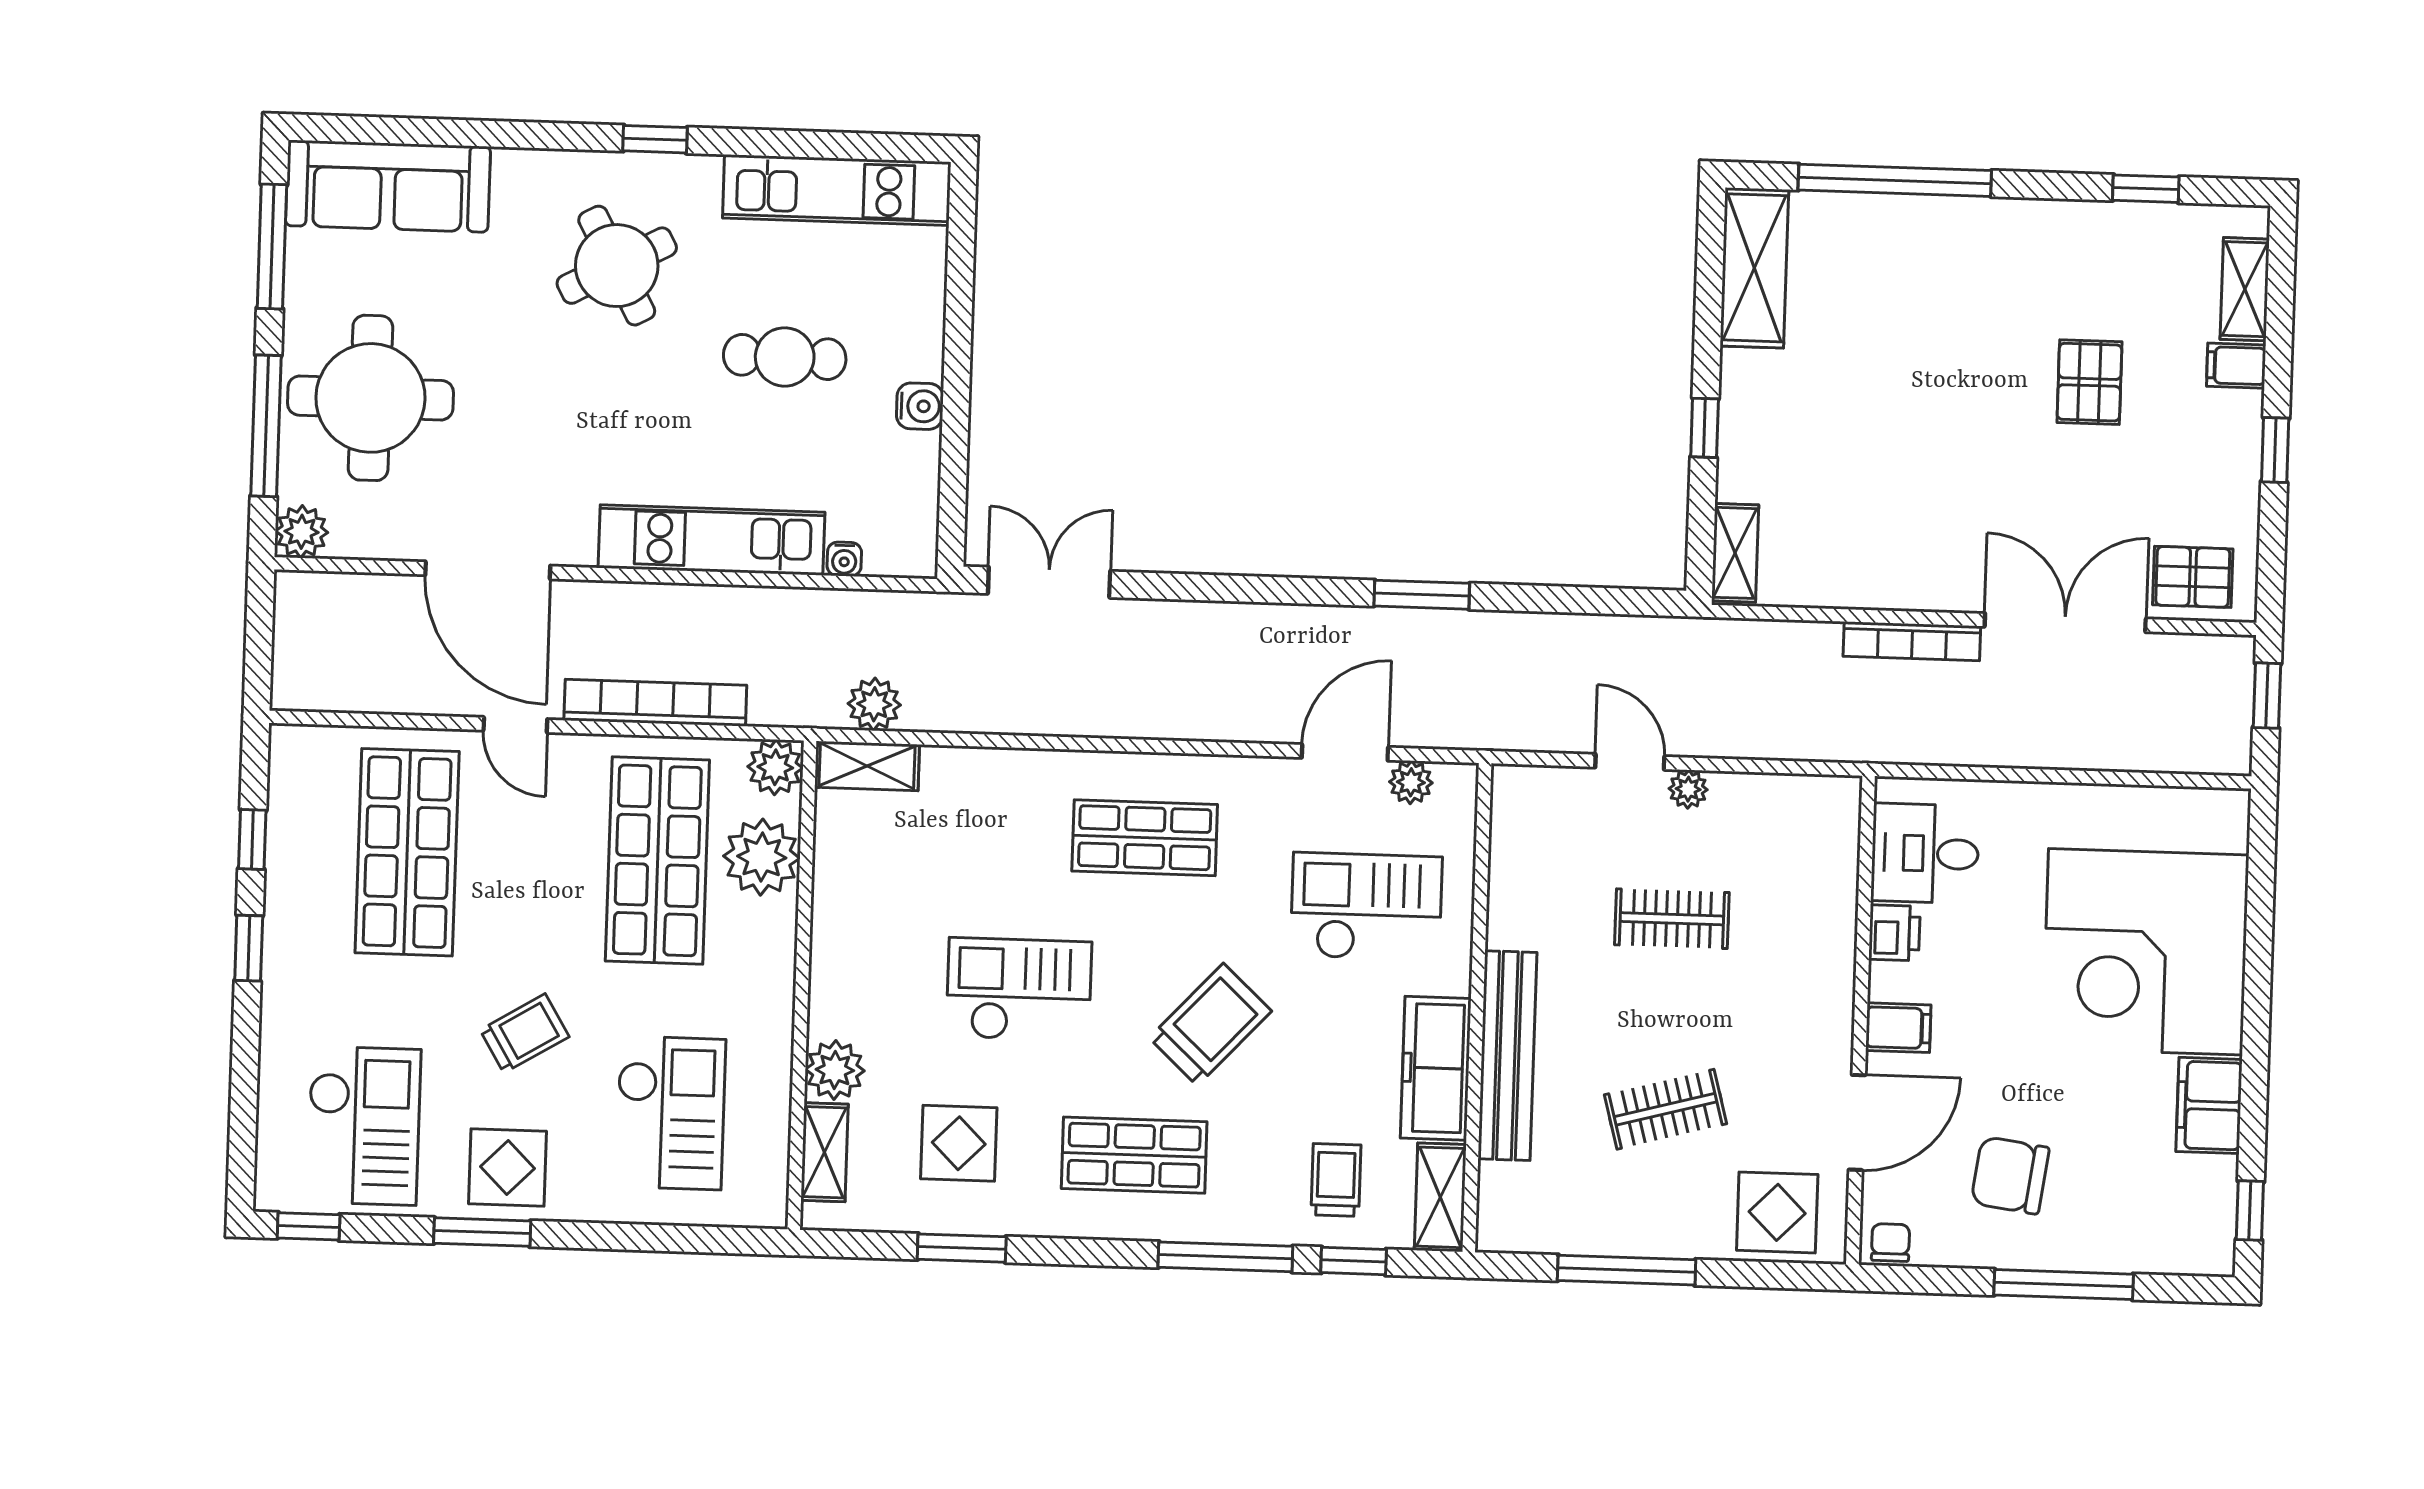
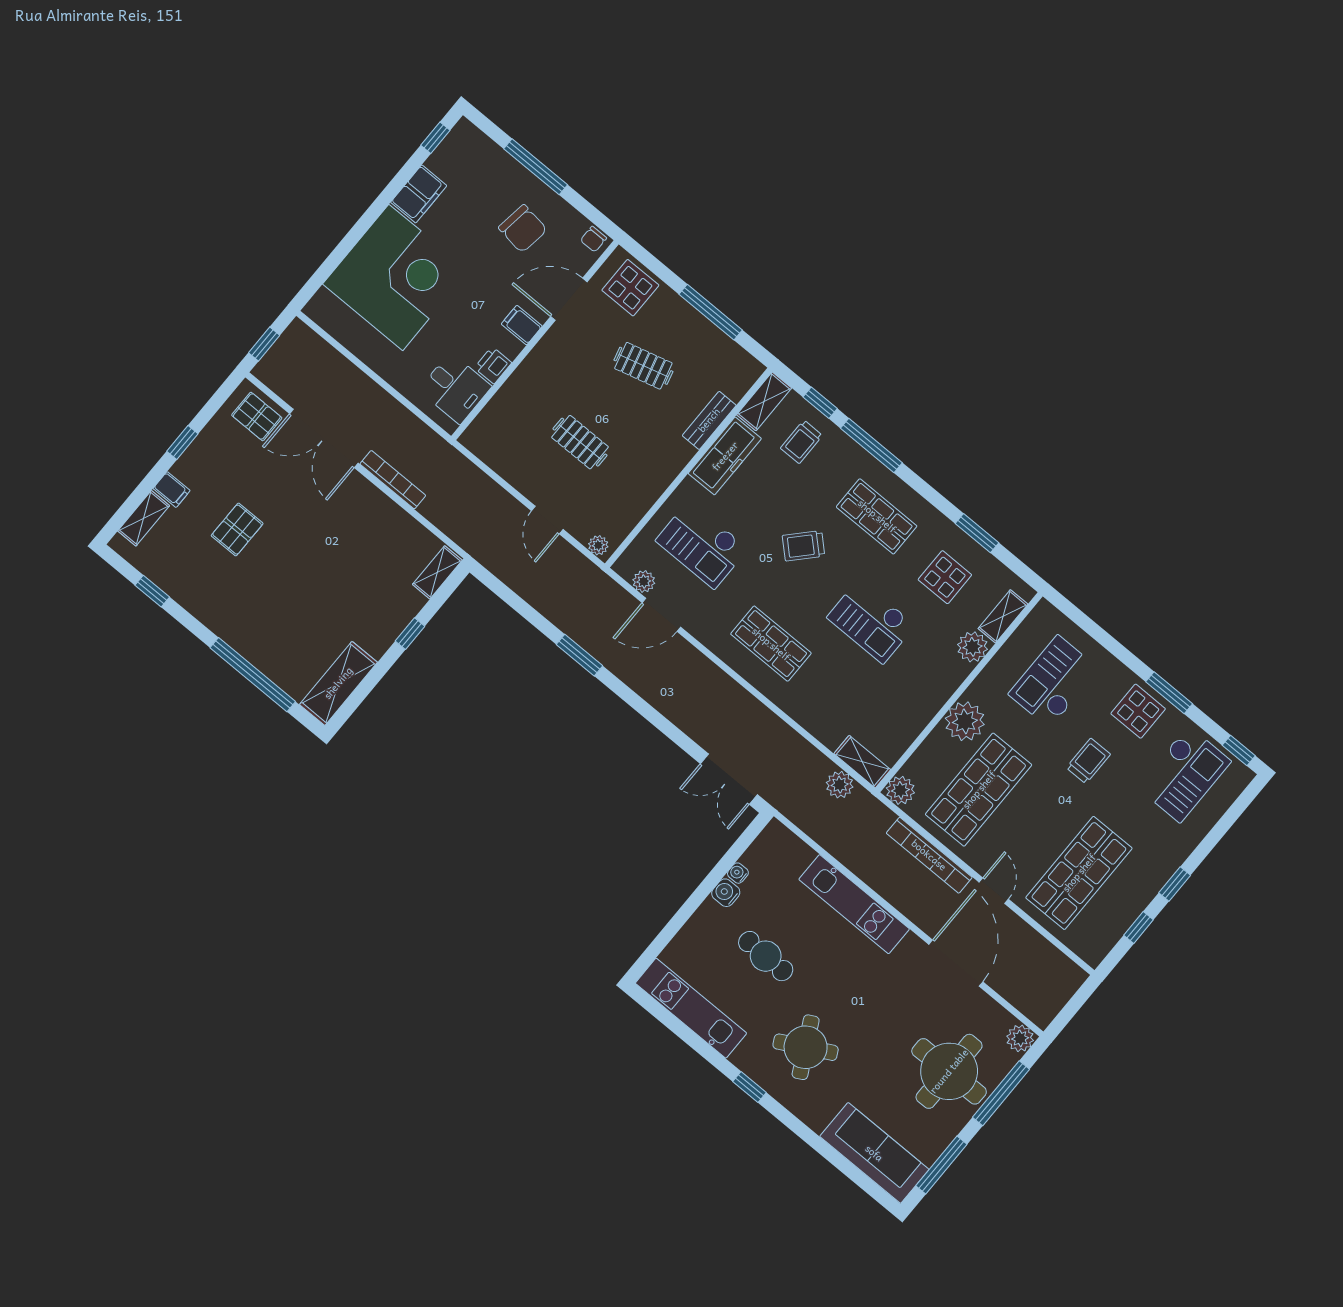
water cooler: (844, 559) -> (738, 873), moved, turned -90
plant: (1688, 789) -> (598, 545), moved
plant: (762, 857) -> (965, 721), moved
trolley: (1210, 1024) -> (804, 546), width x0.73, depth x0.72
trolley: (524, 1033) -> (1088, 761), turned 121
bench: (1507, 1056) -> (709, 420), width x0.54, depth x0.82
checkout: (364, 1126) -> (1184, 774), turned 180

